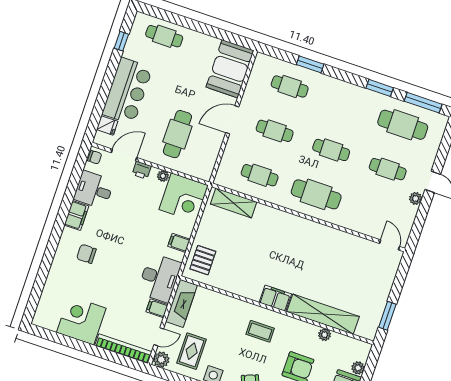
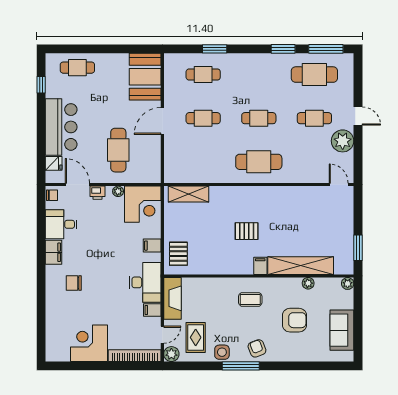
door: (124, 155) -> (77, 185), hinge flipped
cafe table: (260, 175) -> (203, 162), removed
plant: (416, 198) -> (343, 141), width x1.88, depth x1.88
pallet: (280, 261) -> (247, 231), added
filing cabinet: (275, 298) -> (260, 266), width x0.50
plant: (358, 368) -> (348, 283), moved

